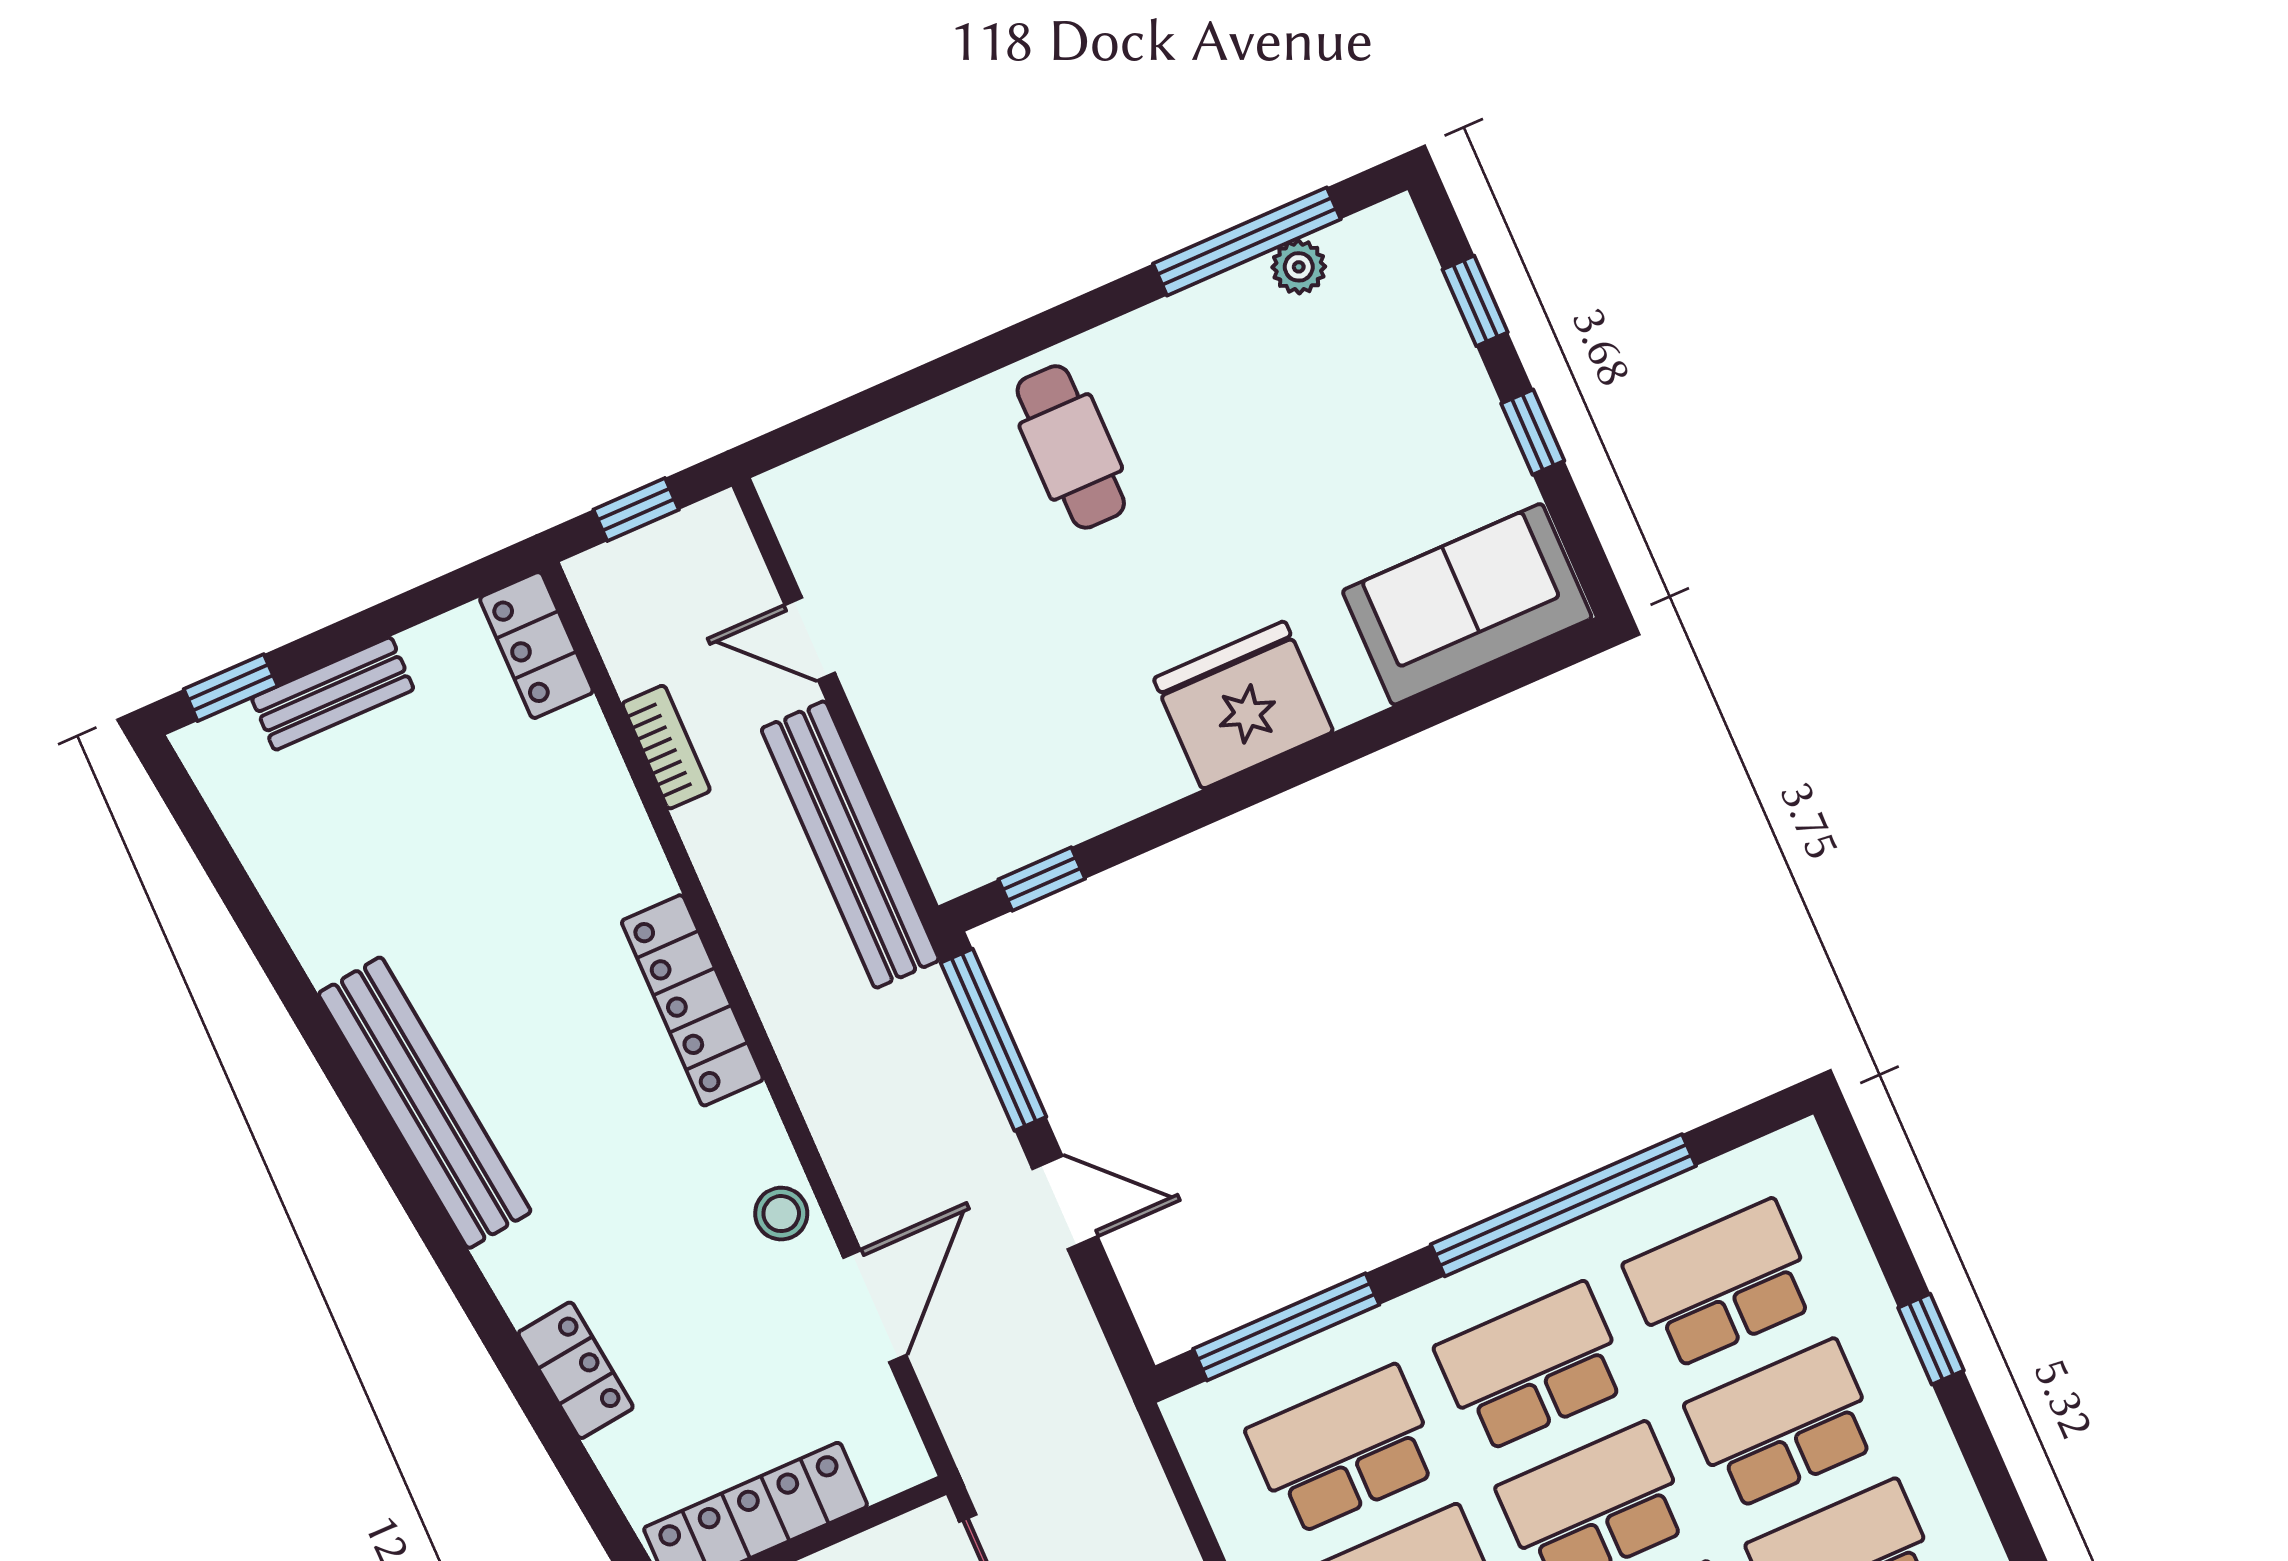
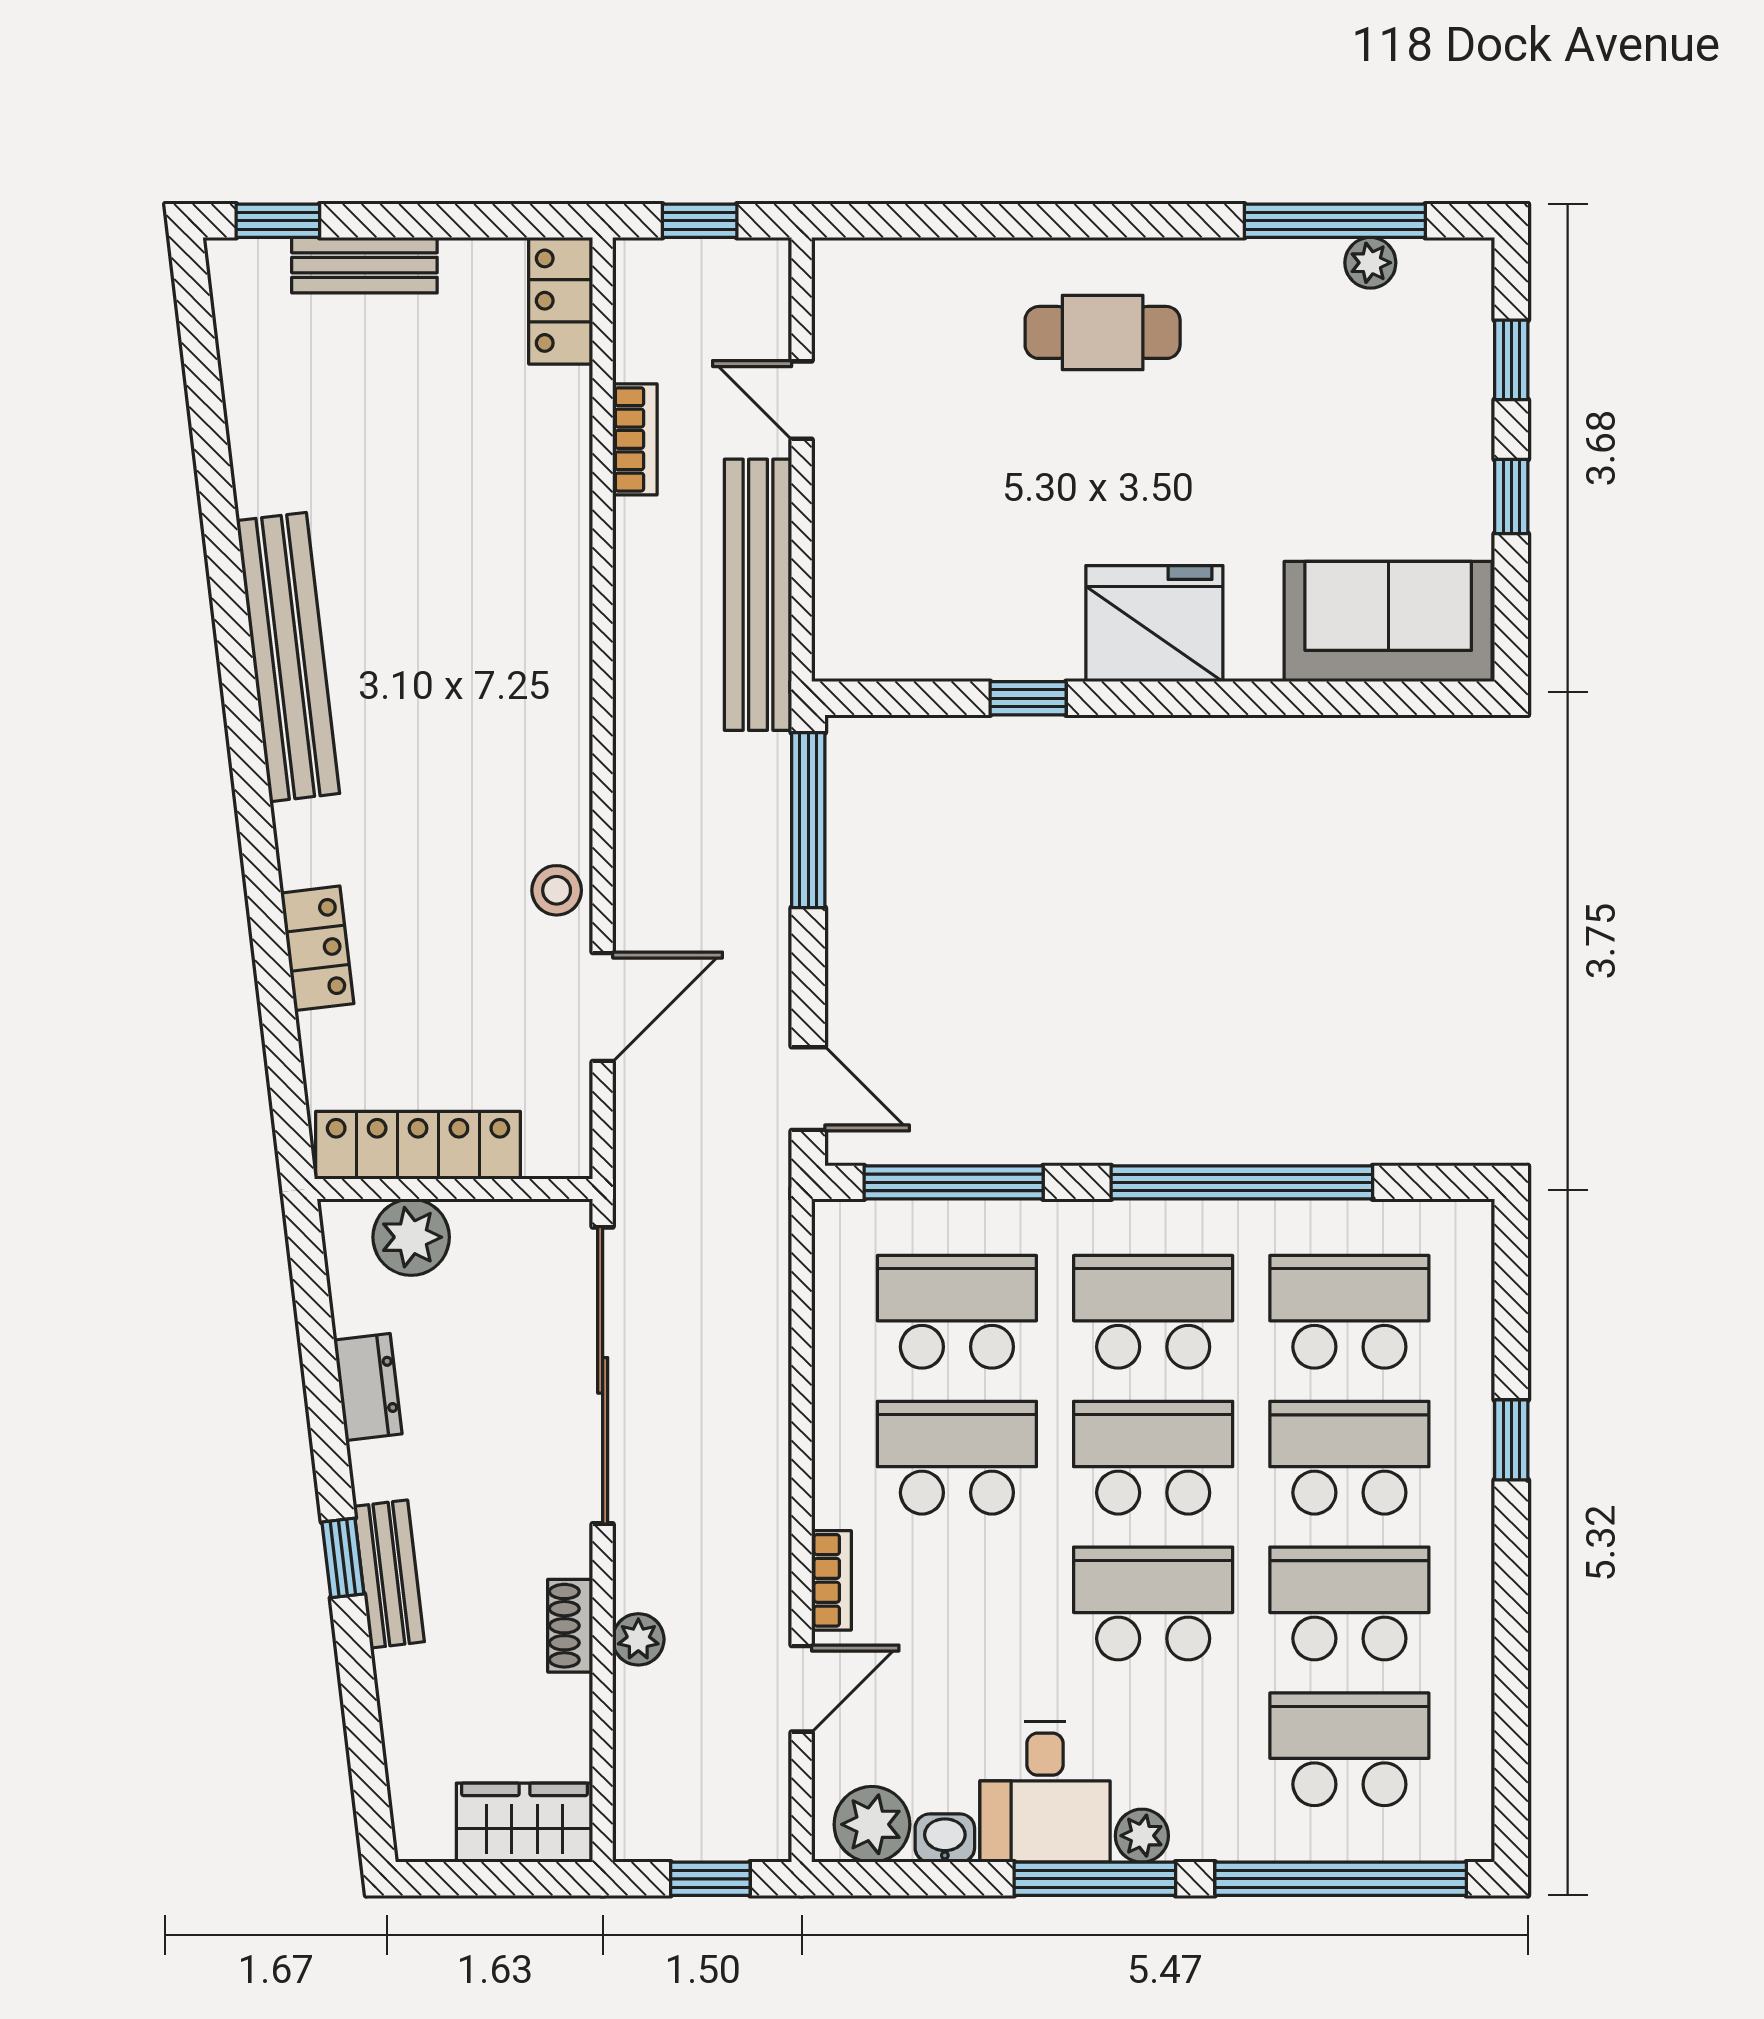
cafe table: (1071, 447) -> (1103, 332), turned 90
window: (1042, 879) -> (1028, 698), moved
locker: (692, 1000) -> (561, 670), removed
door: (1065, 1202) -> (808, 1089), moved

